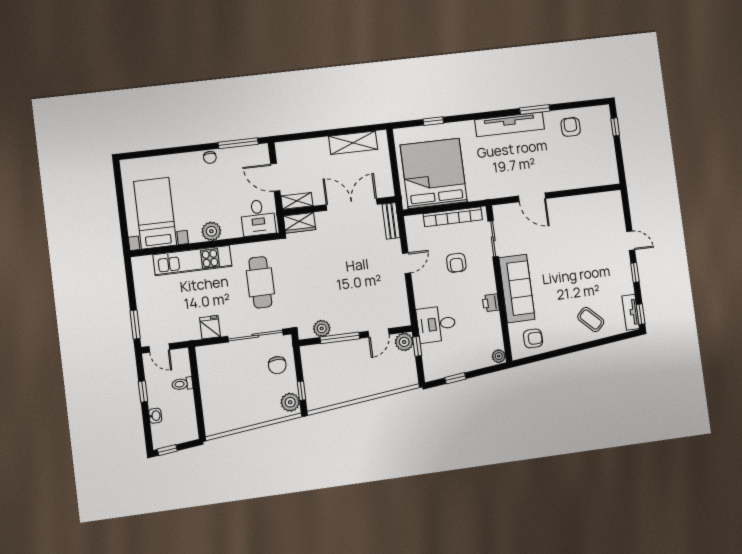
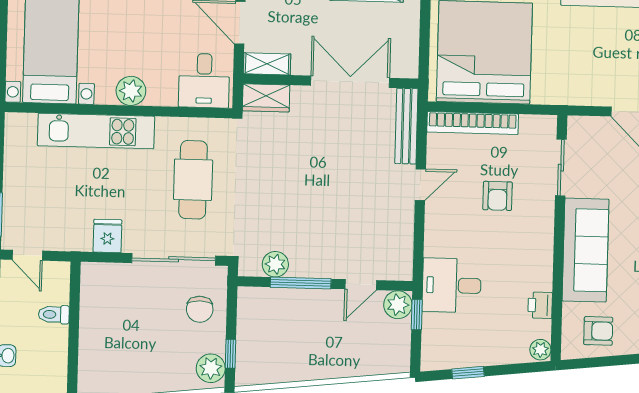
bookcase: (453, 217) -> (473, 123), moved
bench: (391, 221) -> (406, 126), width x1.36
printer: (491, 303) -> (540, 305), moved

